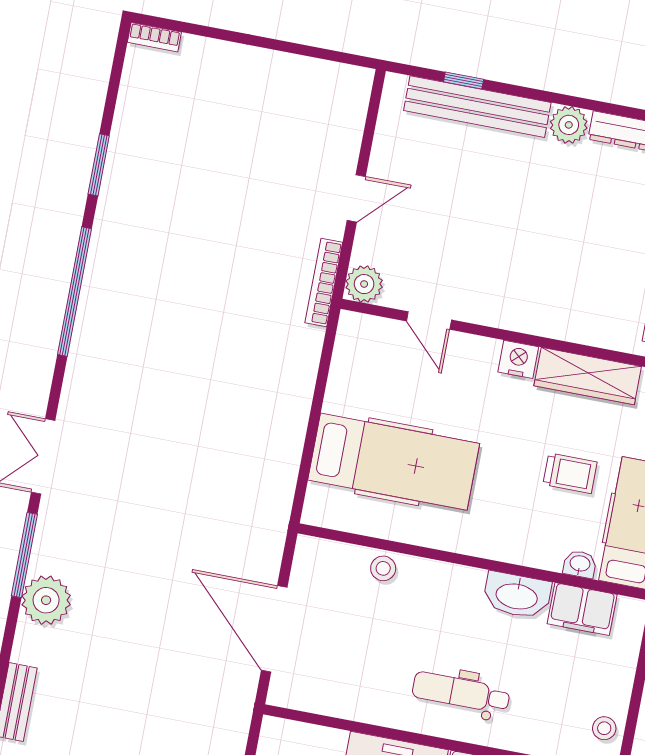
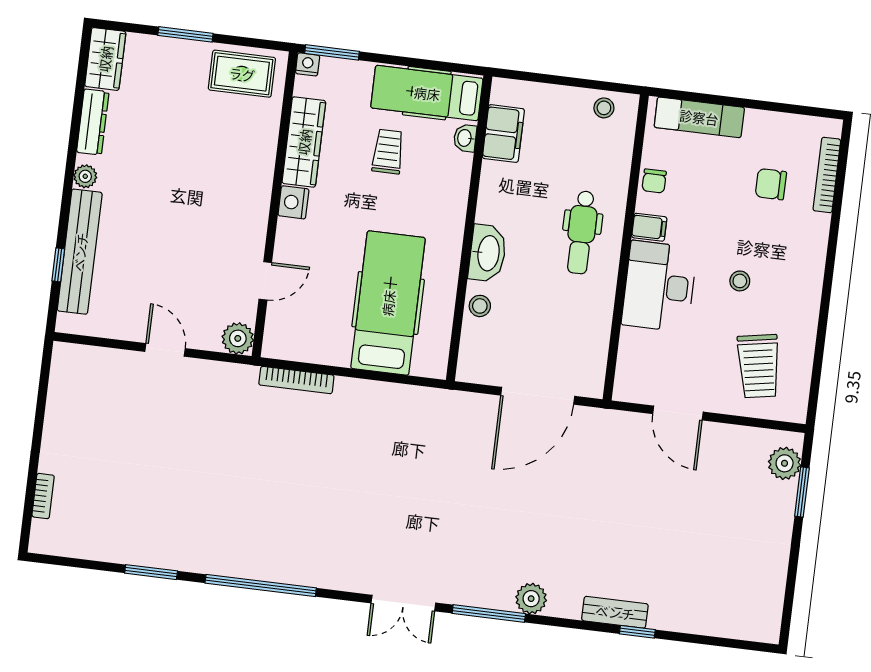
bookcase: (154, 37) -> (43, 496), moved
plant: (569, 125) -> (85, 176), width x0.73, depth x0.73
bookcase: (324, 283) -> (296, 380), moved
washbasin: (517, 595) -> (488, 253), moved
plant: (46, 600) -> (531, 599), width x0.73, depth x0.73

